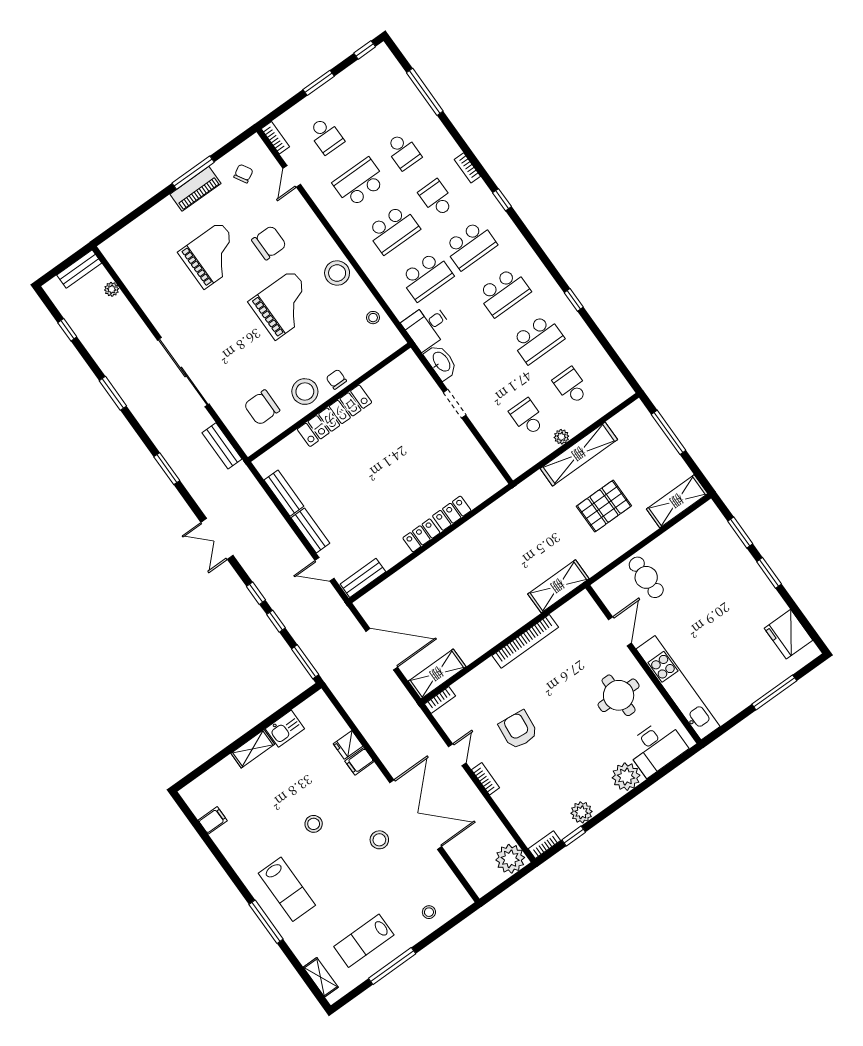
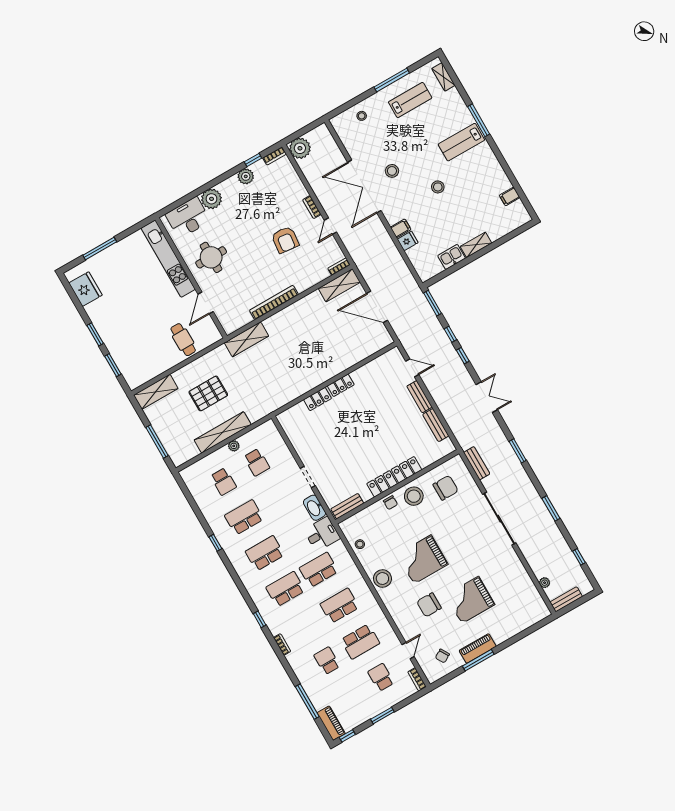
piano: (389, 65) -> (331, 723), added
school desk: (437, 198) -> (306, 625), removed
bench: (363, 578) -> (347, 506), moved
lab bench: (287, 889) -> (461, 142), turned -90

